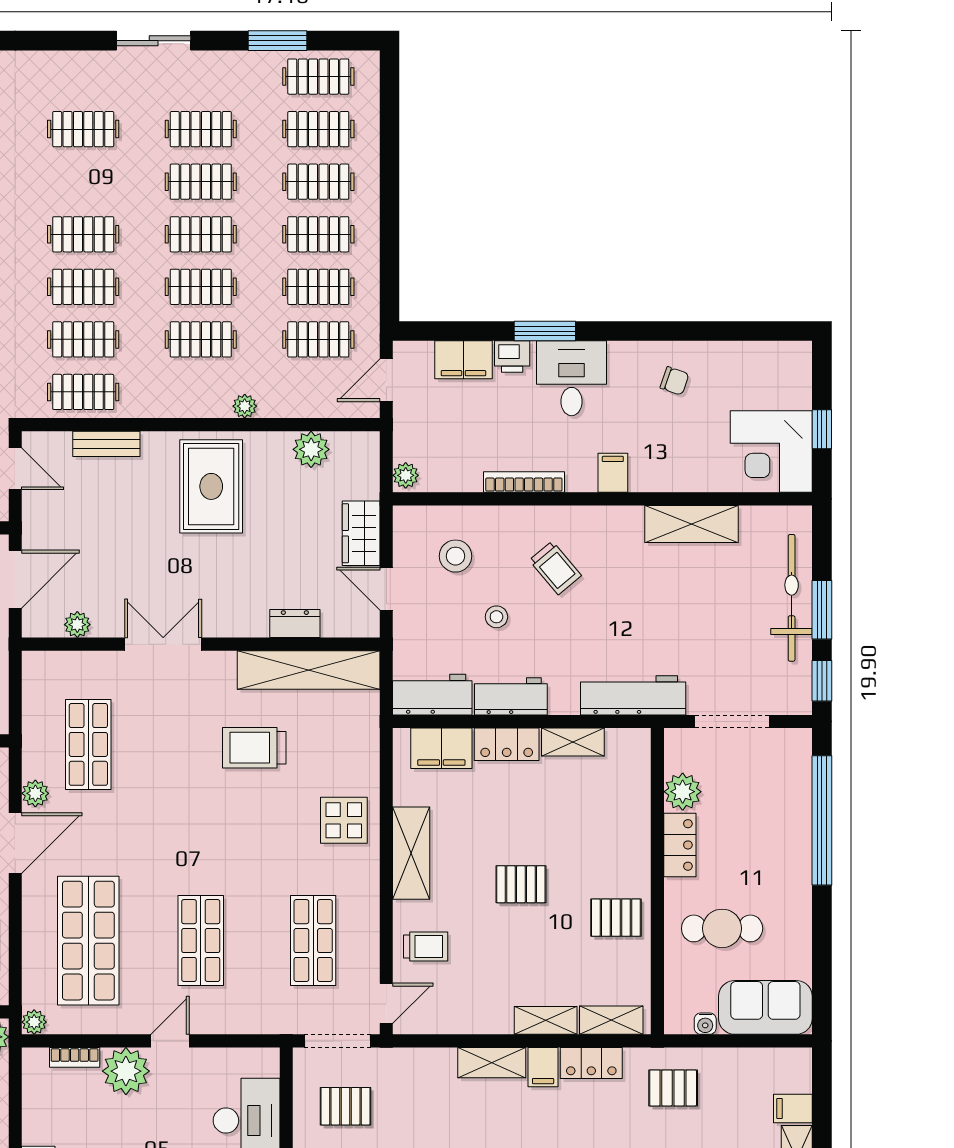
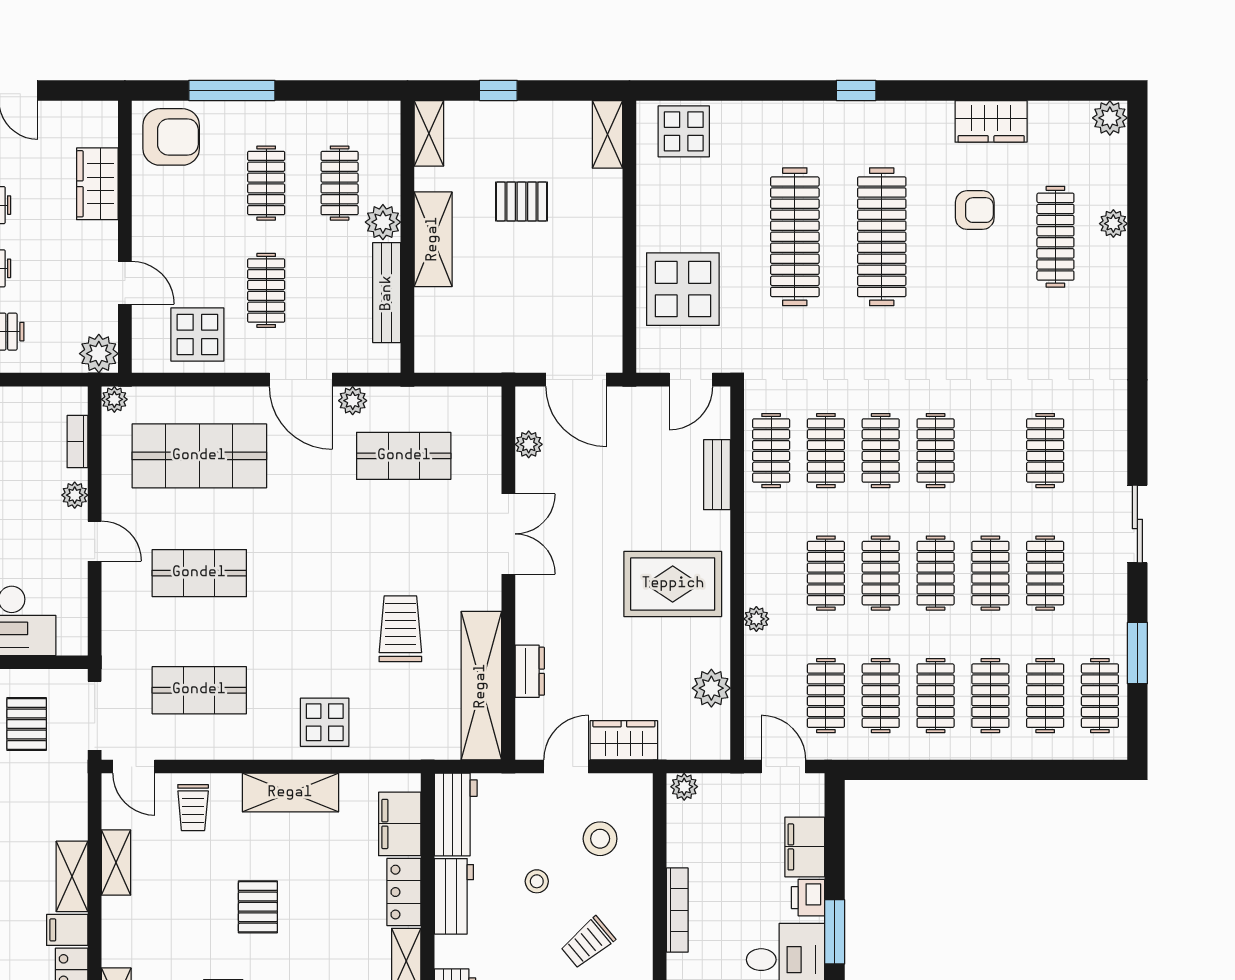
shelving: (546, 1020) -> (116, 863), moved
plant: (126, 1071) -> (75, 495), width x0.53, depth x0.53

